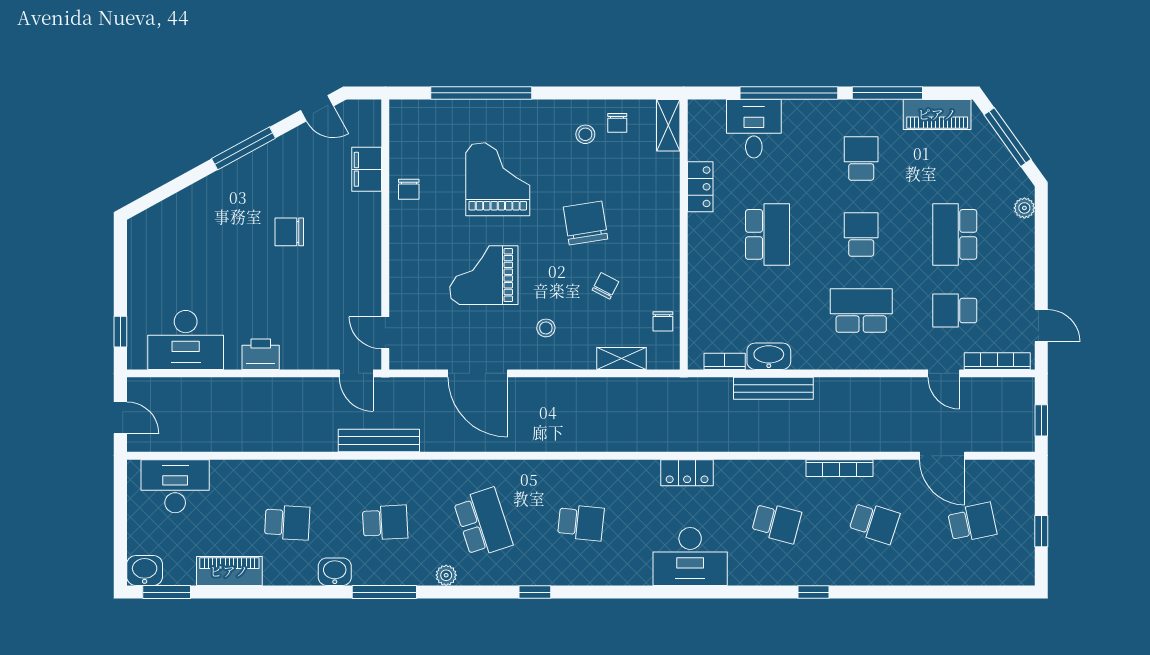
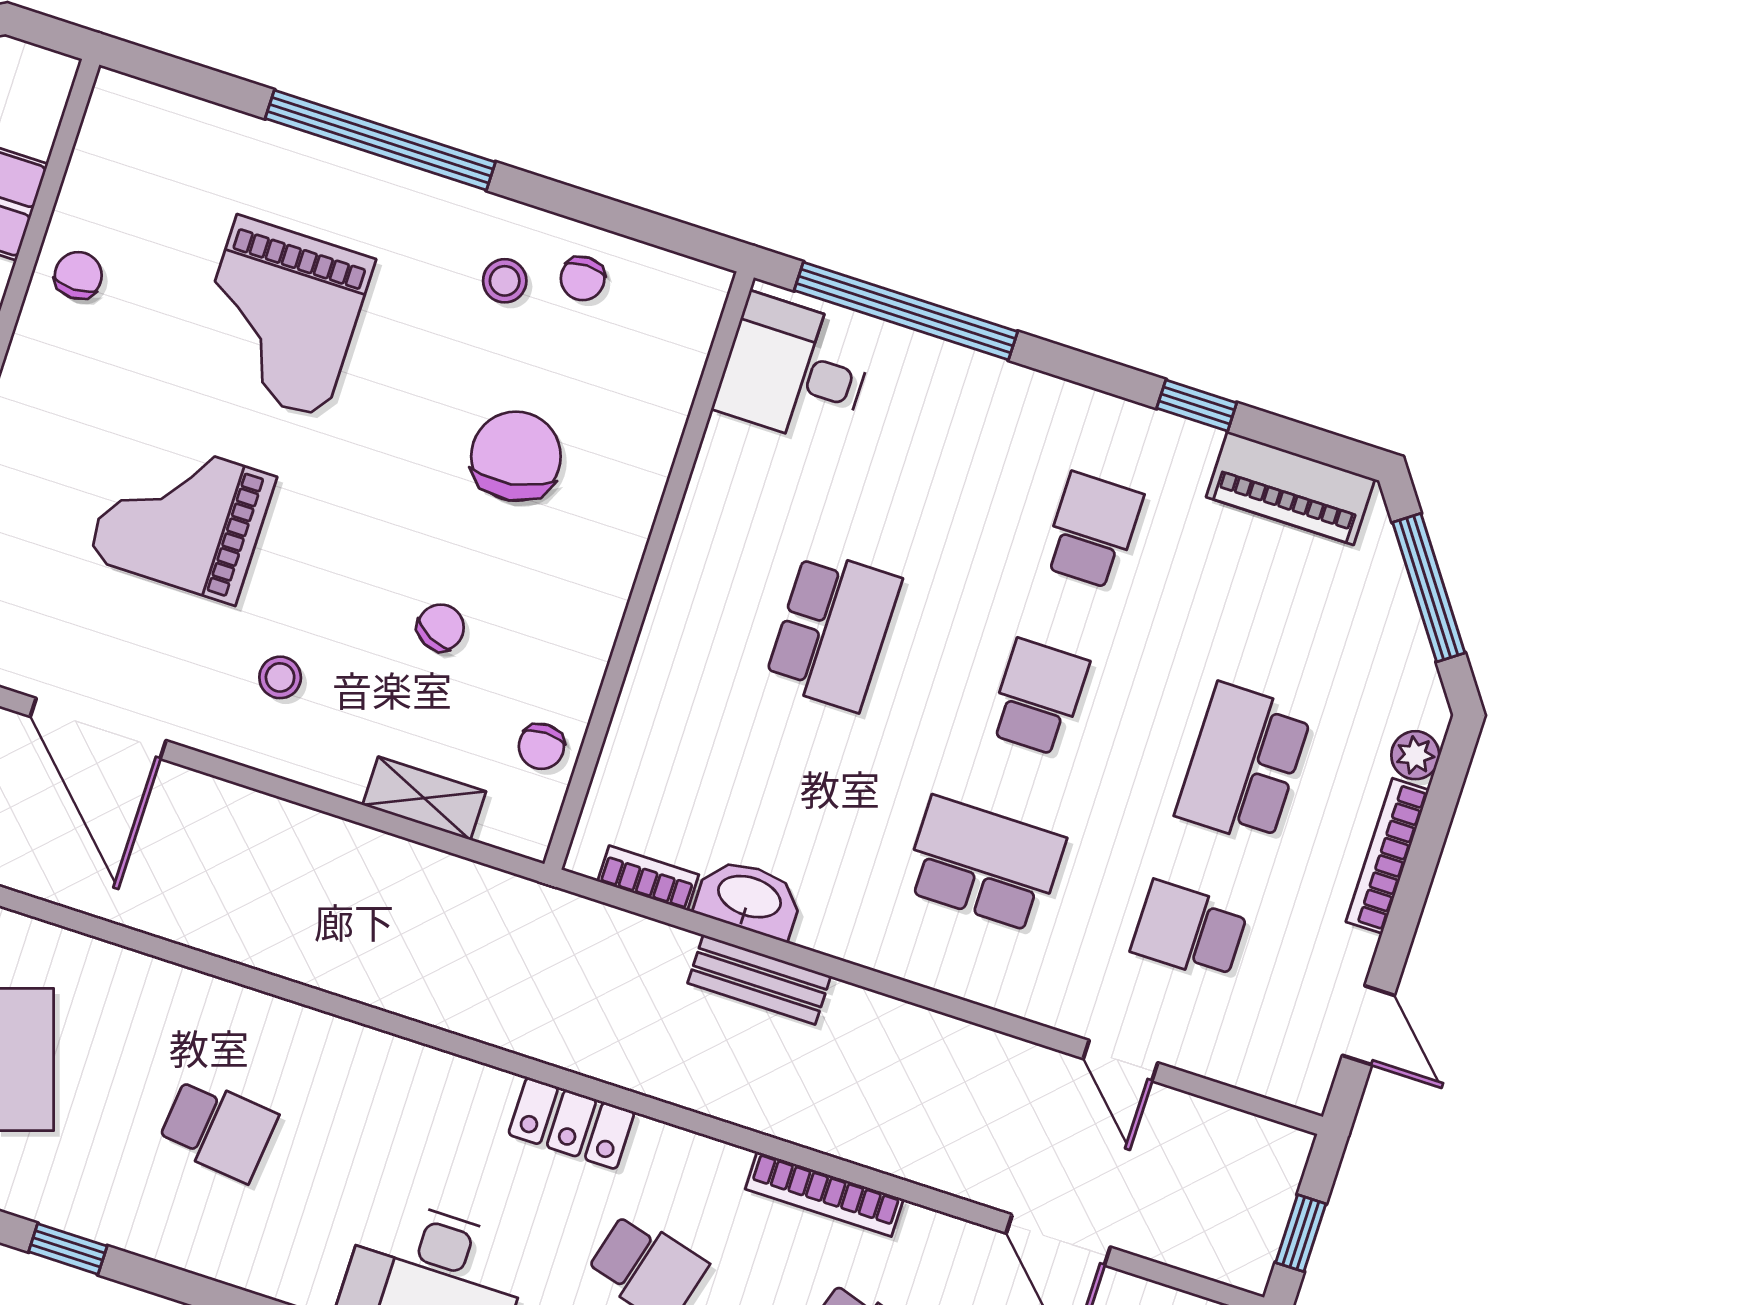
window: (481, 93) -> (380, 140), moved
window: (789, 93) -> (906, 311), moved
window: (887, 93) -> (1197, 405), width x0.46
shelving: (668, 125) -> (693, 320), removed
desk: (754, 129) -> (795, 370), moved, turned -90
grand piano: (498, 179) -> (280, 317), turned 180
locker: (700, 187) -> (719, 478), removed
chair: (409, 189) -> (78, 275), turned 180
chair: (586, 223) -> (516, 456), moved
bookcase: (997, 361) -> (1387, 856), moved, turned -90
bench: (773, 388) -> (759, 980), width x0.73
locker: (687, 473) -> (571, 1123), moved

